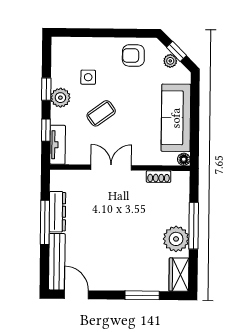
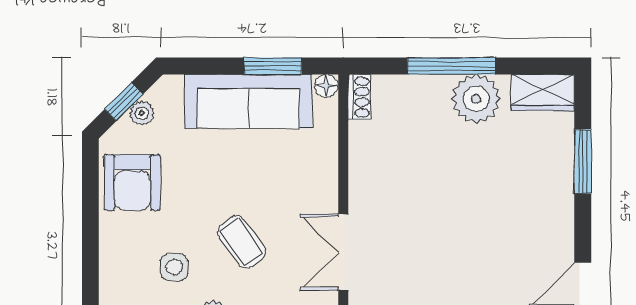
armchair: (133, 56) -> (132, 183), width x1.38, depth x1.38
window: (195, 131) -> (273, 66), added
double door: (111, 168) -> (343, 252), moved
shoe rack: (159, 177) -> (359, 97), moved

